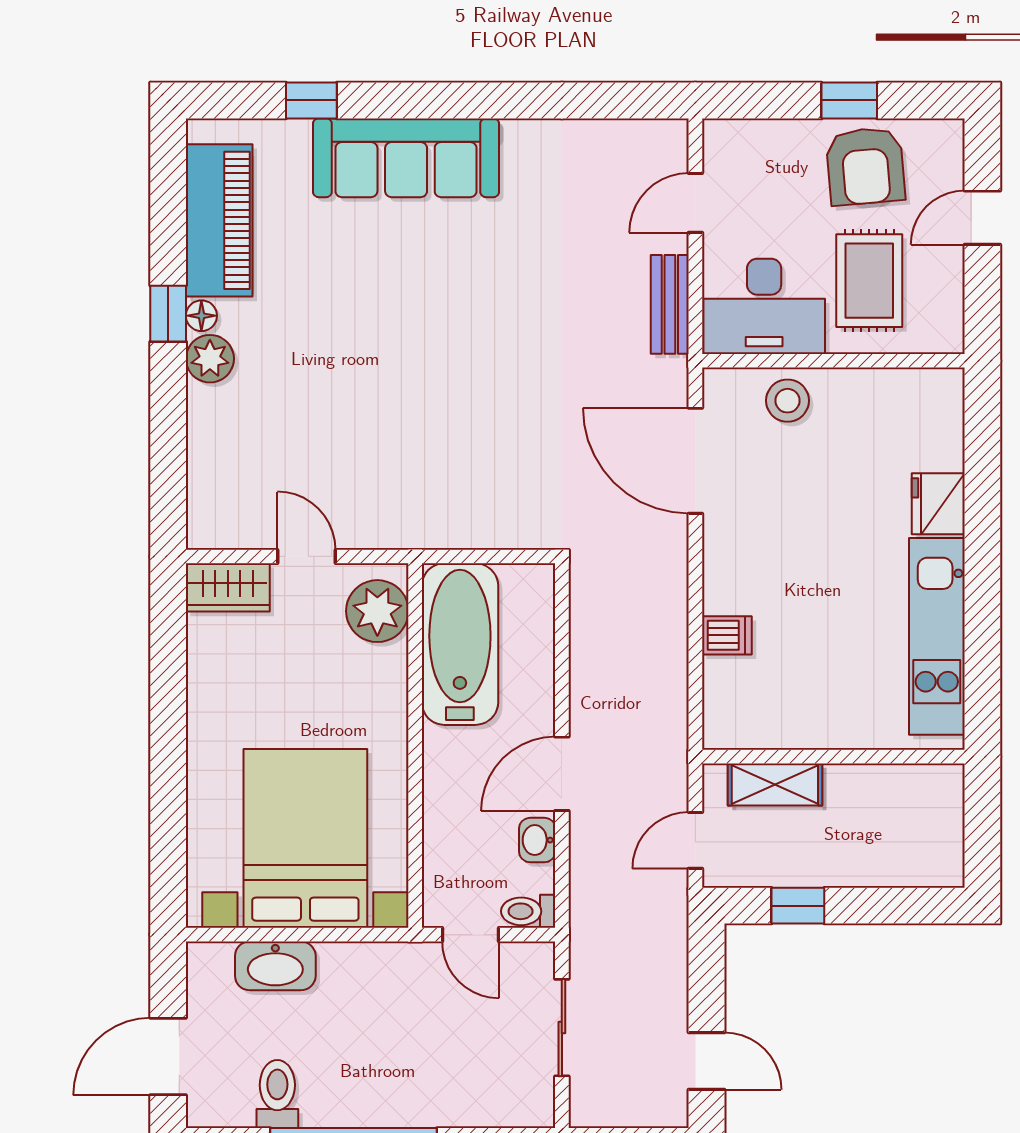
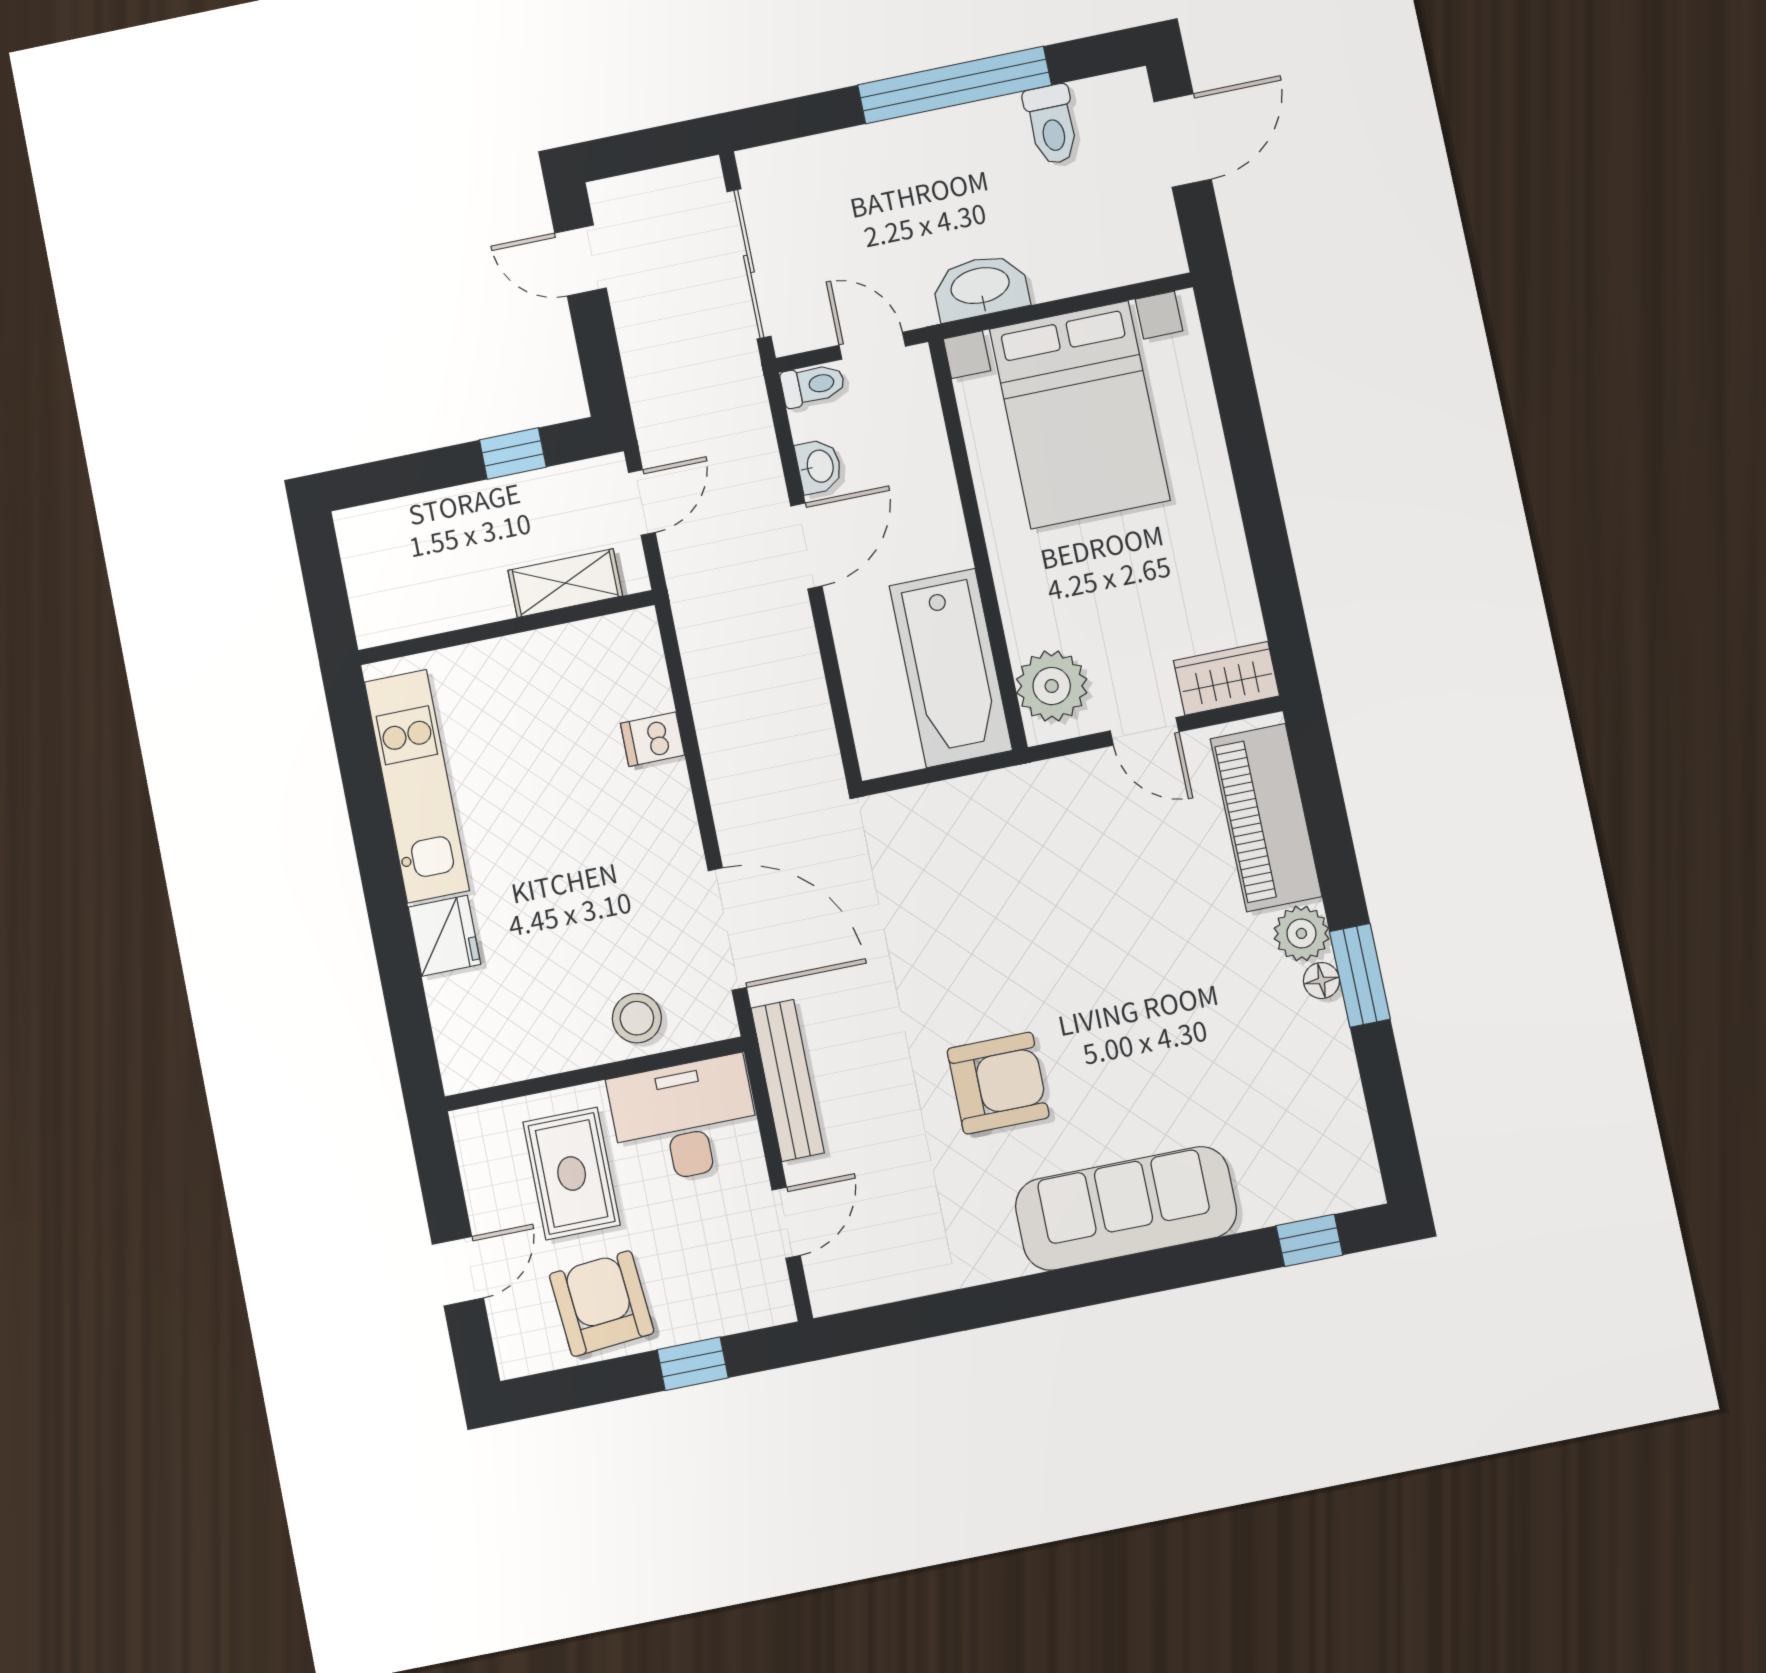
window: (311, 100) -> (1309, 1240), moved
window: (849, 100) -> (693, 1364), moved
piano: (219, 220) -> (1266, 818), moved
armchair: (492, 284) -> (998, 1083), added
bench: (670, 304) -> (788, 1080), width x1.36
window: (168, 314) -> (1360, 975), width x1.50
washbasin: (275, 966) -> (980, 287), moved
sliding door: (562, 1028) -> (749, 264), width x1.37

